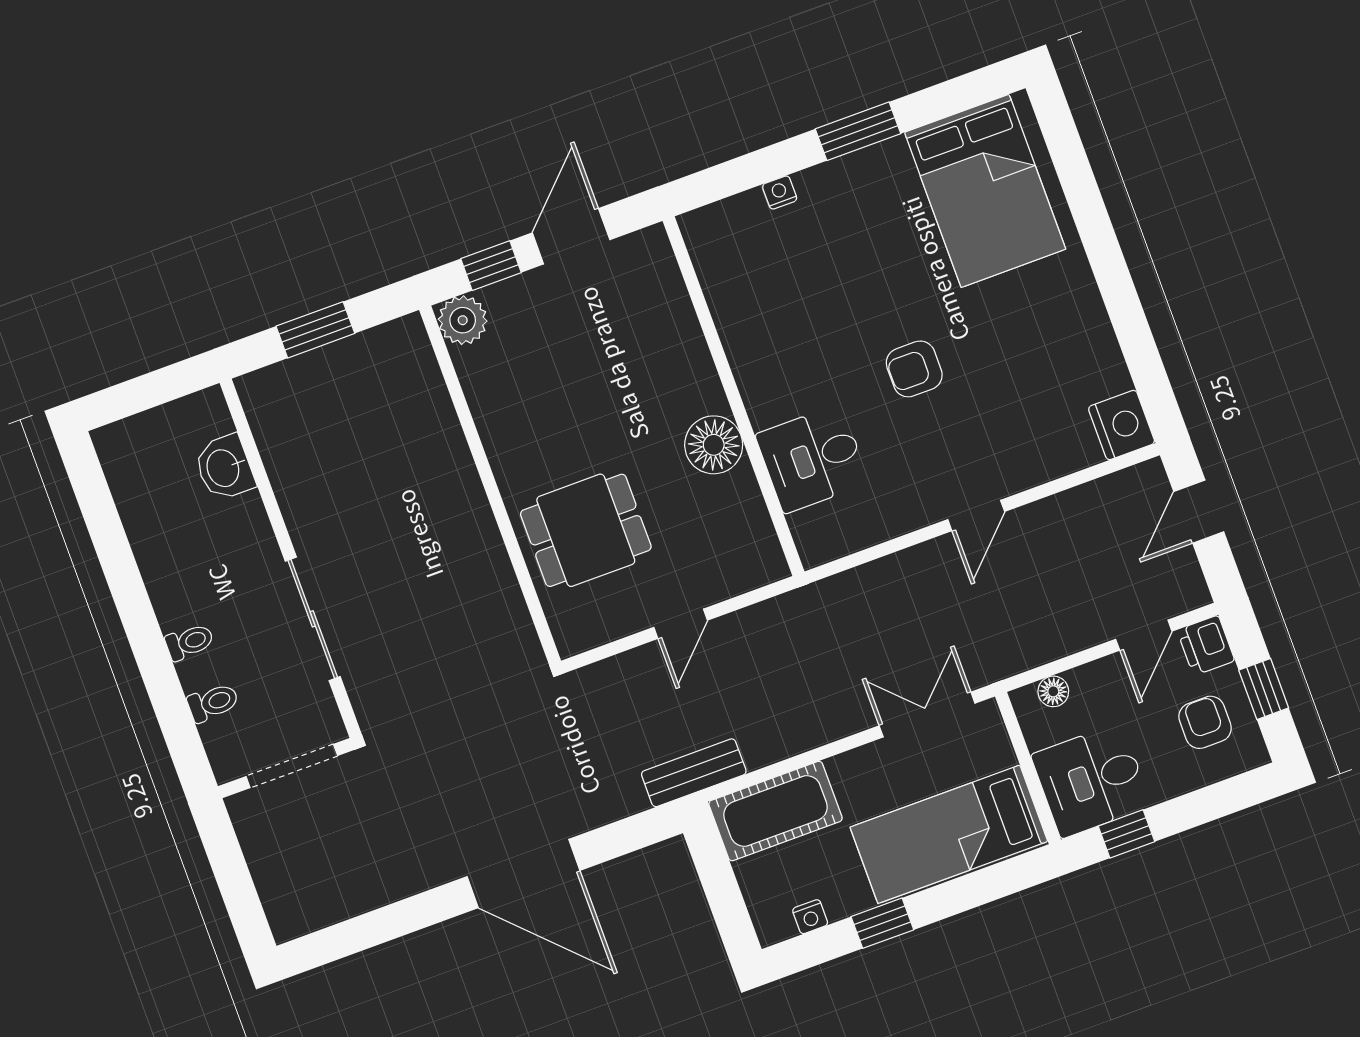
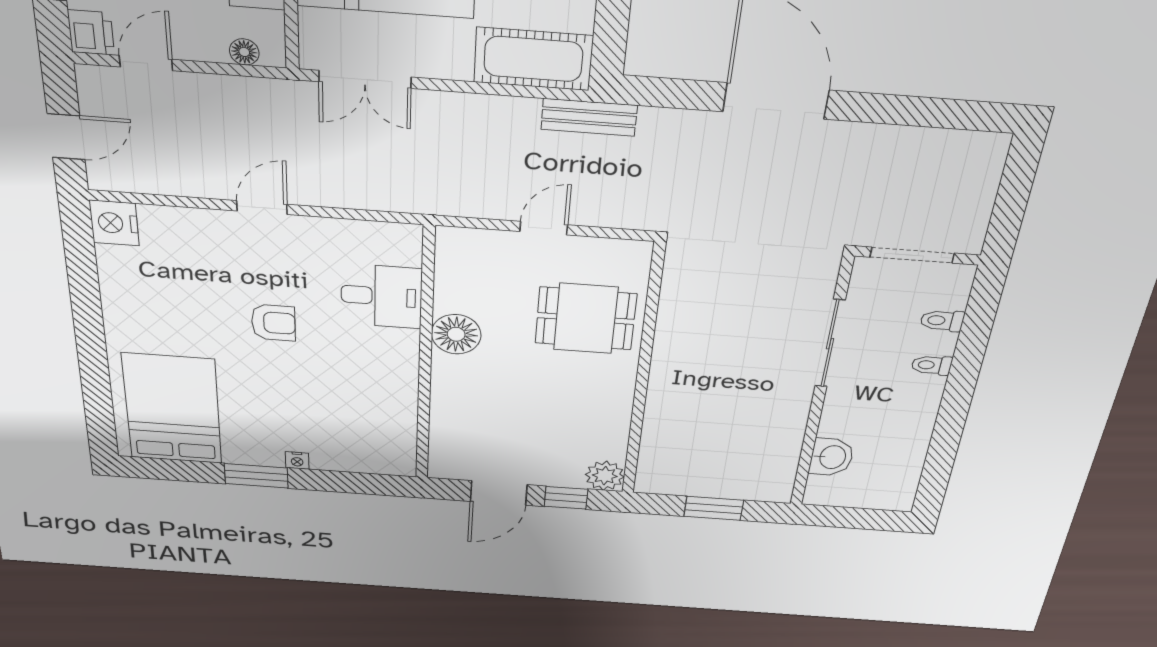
nightstand: (780, 192) -> (297, 460), moved

